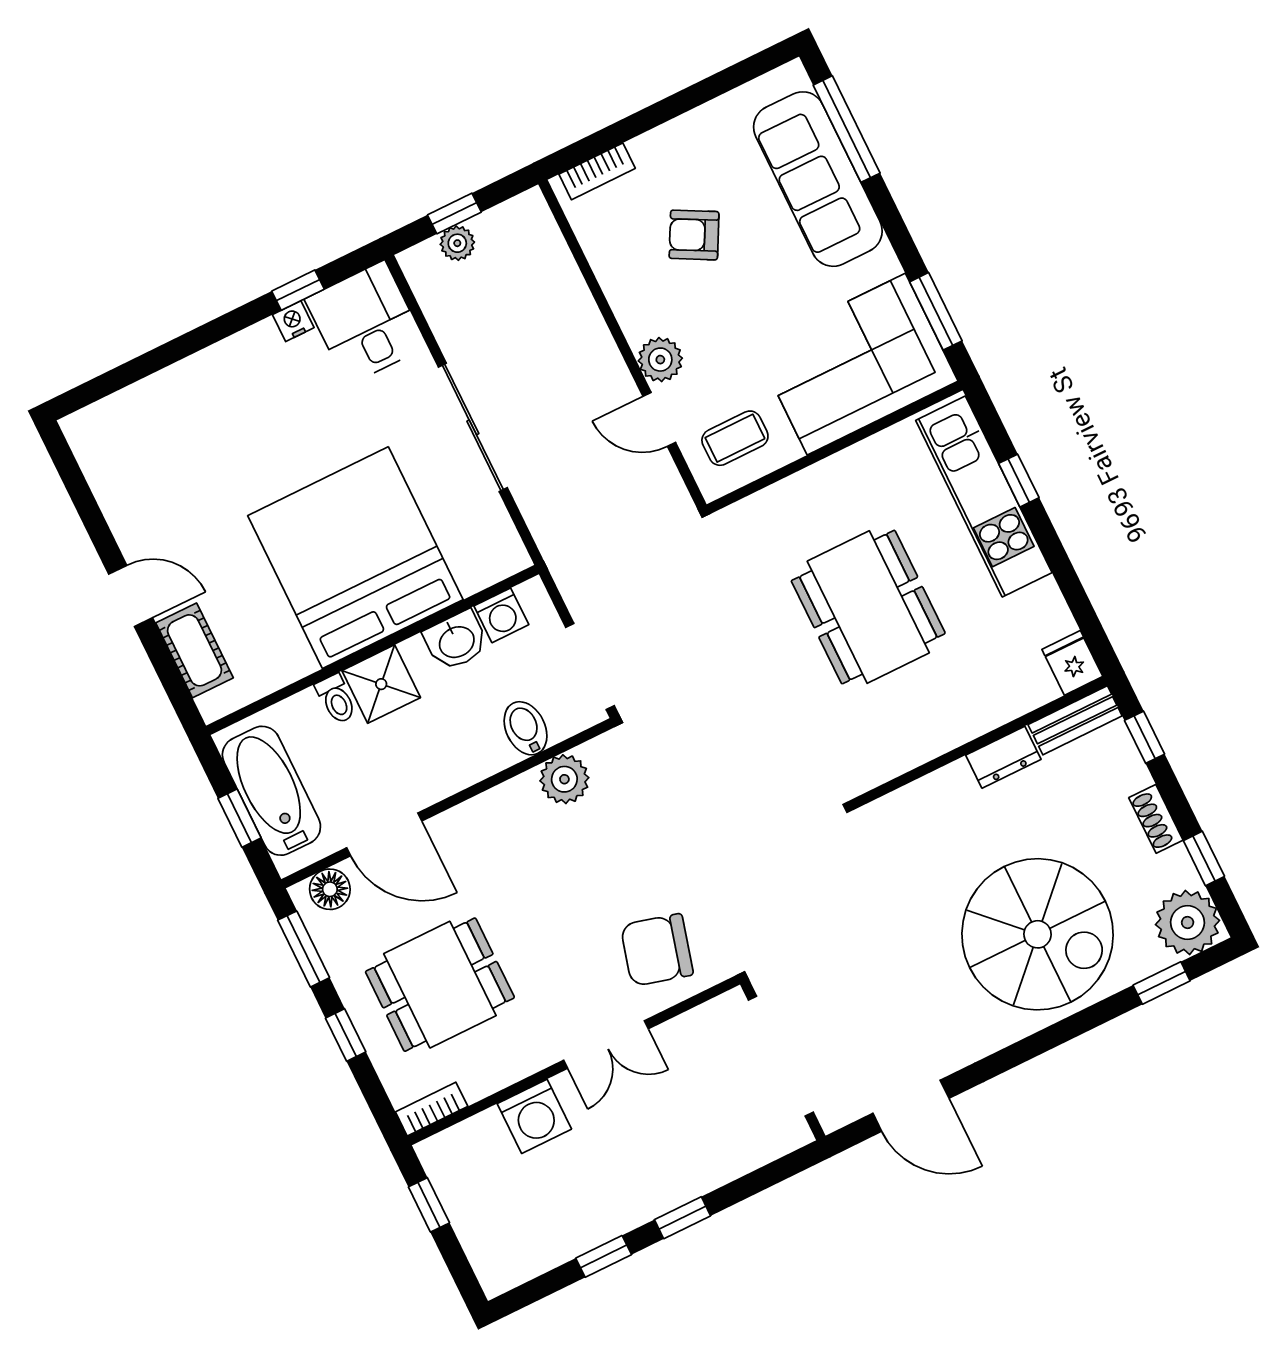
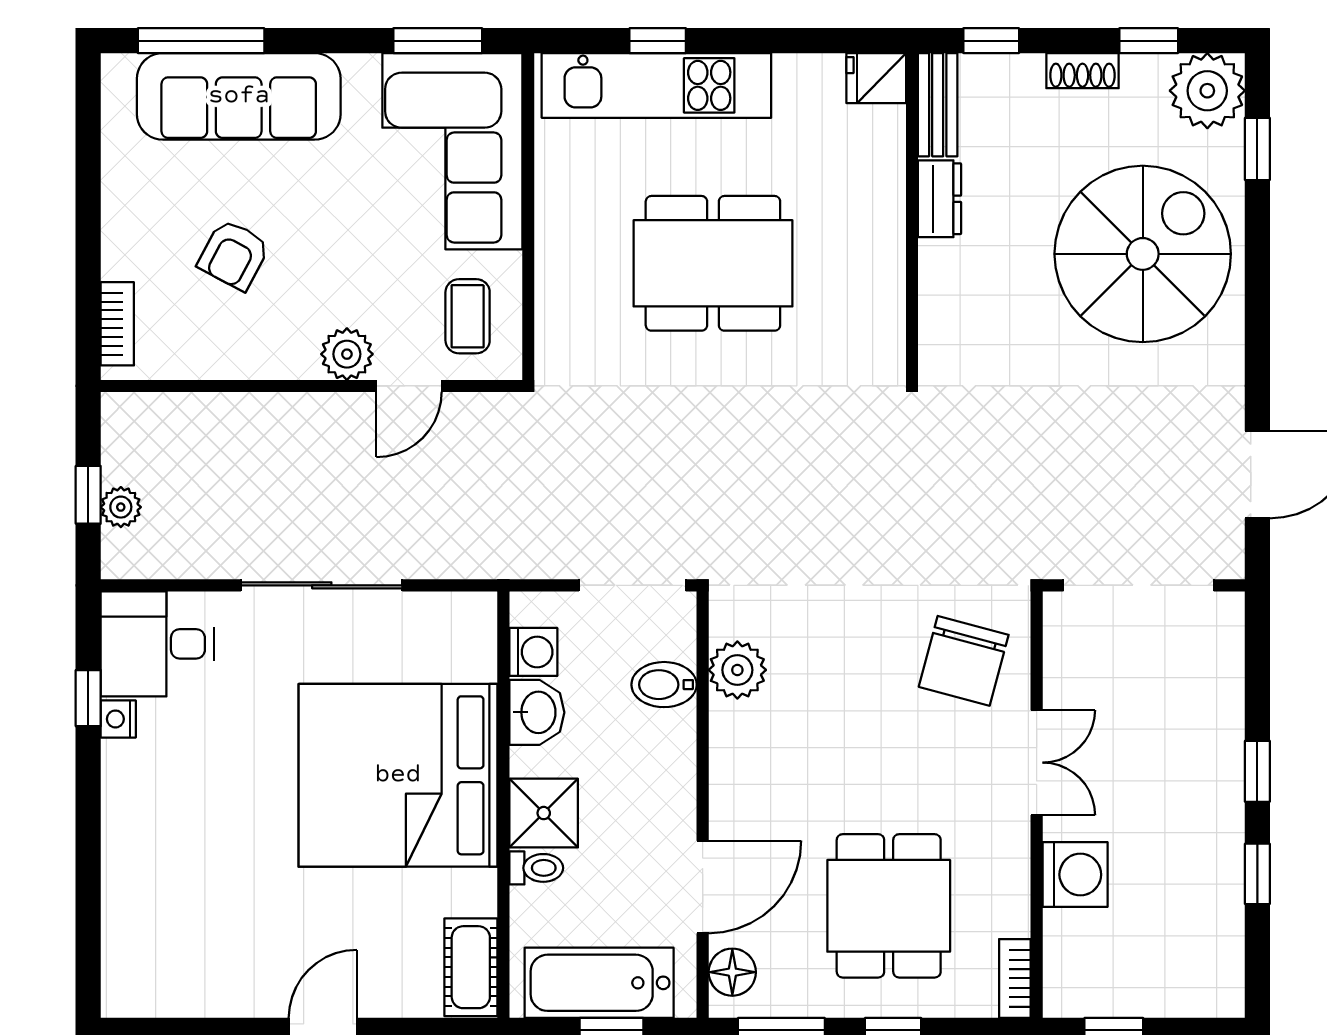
cot: (195, 650) -> (471, 967), moved, turned 90

